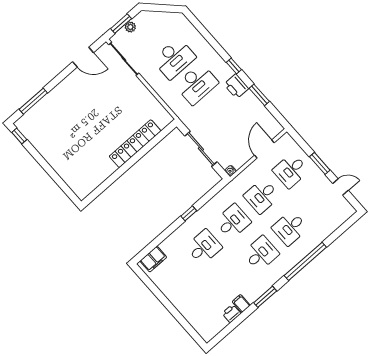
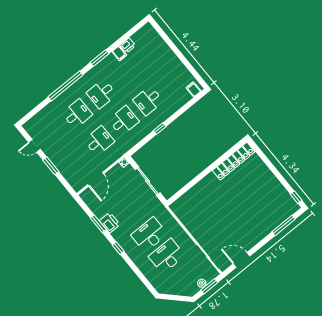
printer: (236, 86) -> (110, 223), moved
locker: (135, 144) -> (234, 161), moved
desk: (291, 171) -> (75, 161), removed
desk: (233, 222) -> (124, 121), turned 180
filing cabinet: (153, 259) -> (194, 89), width x0.50

